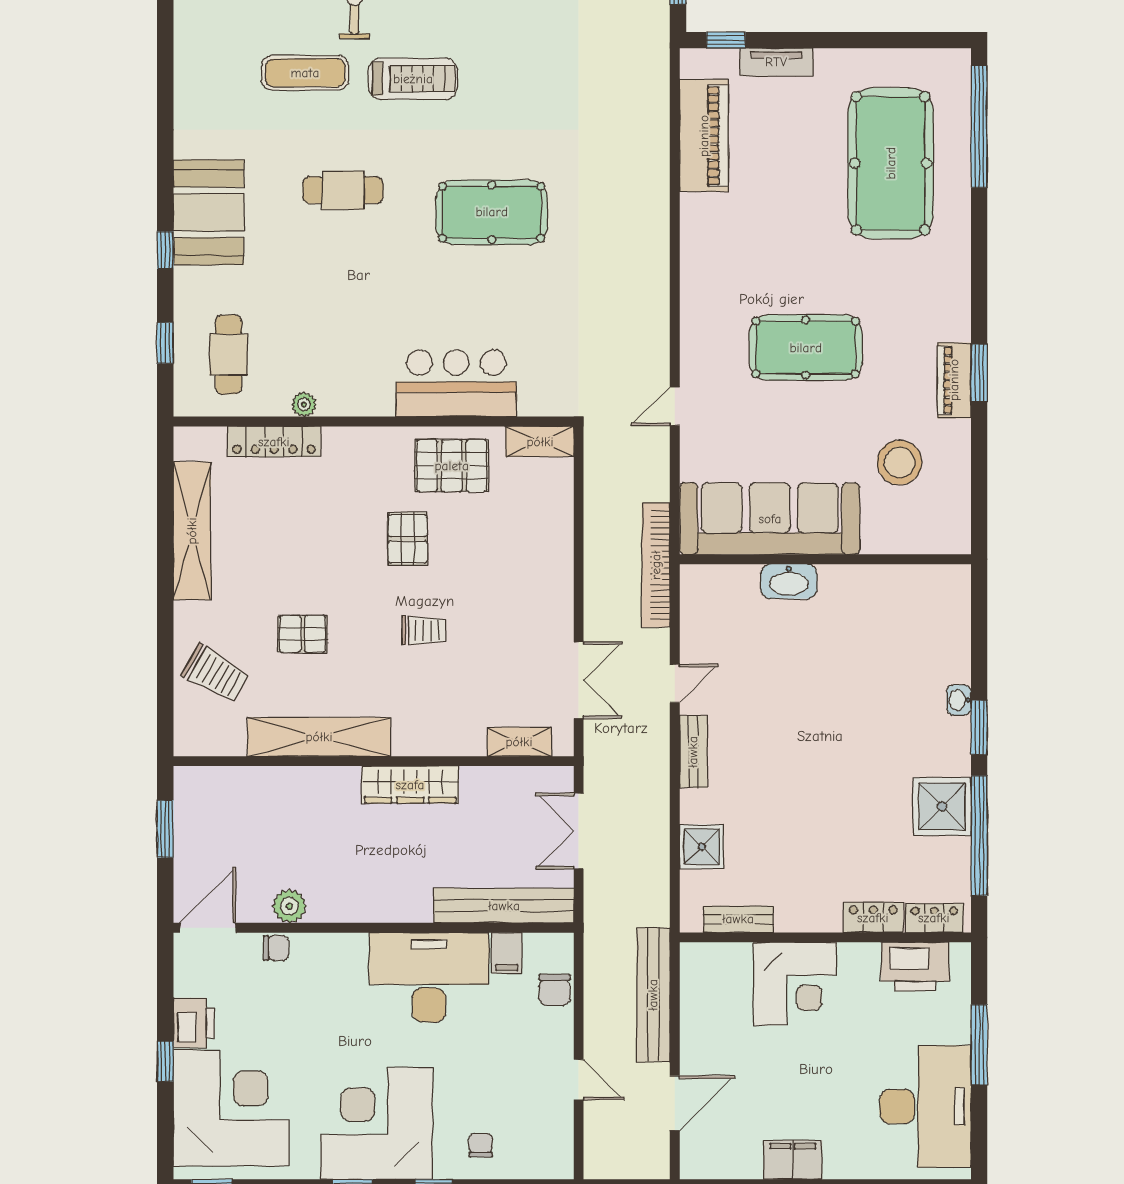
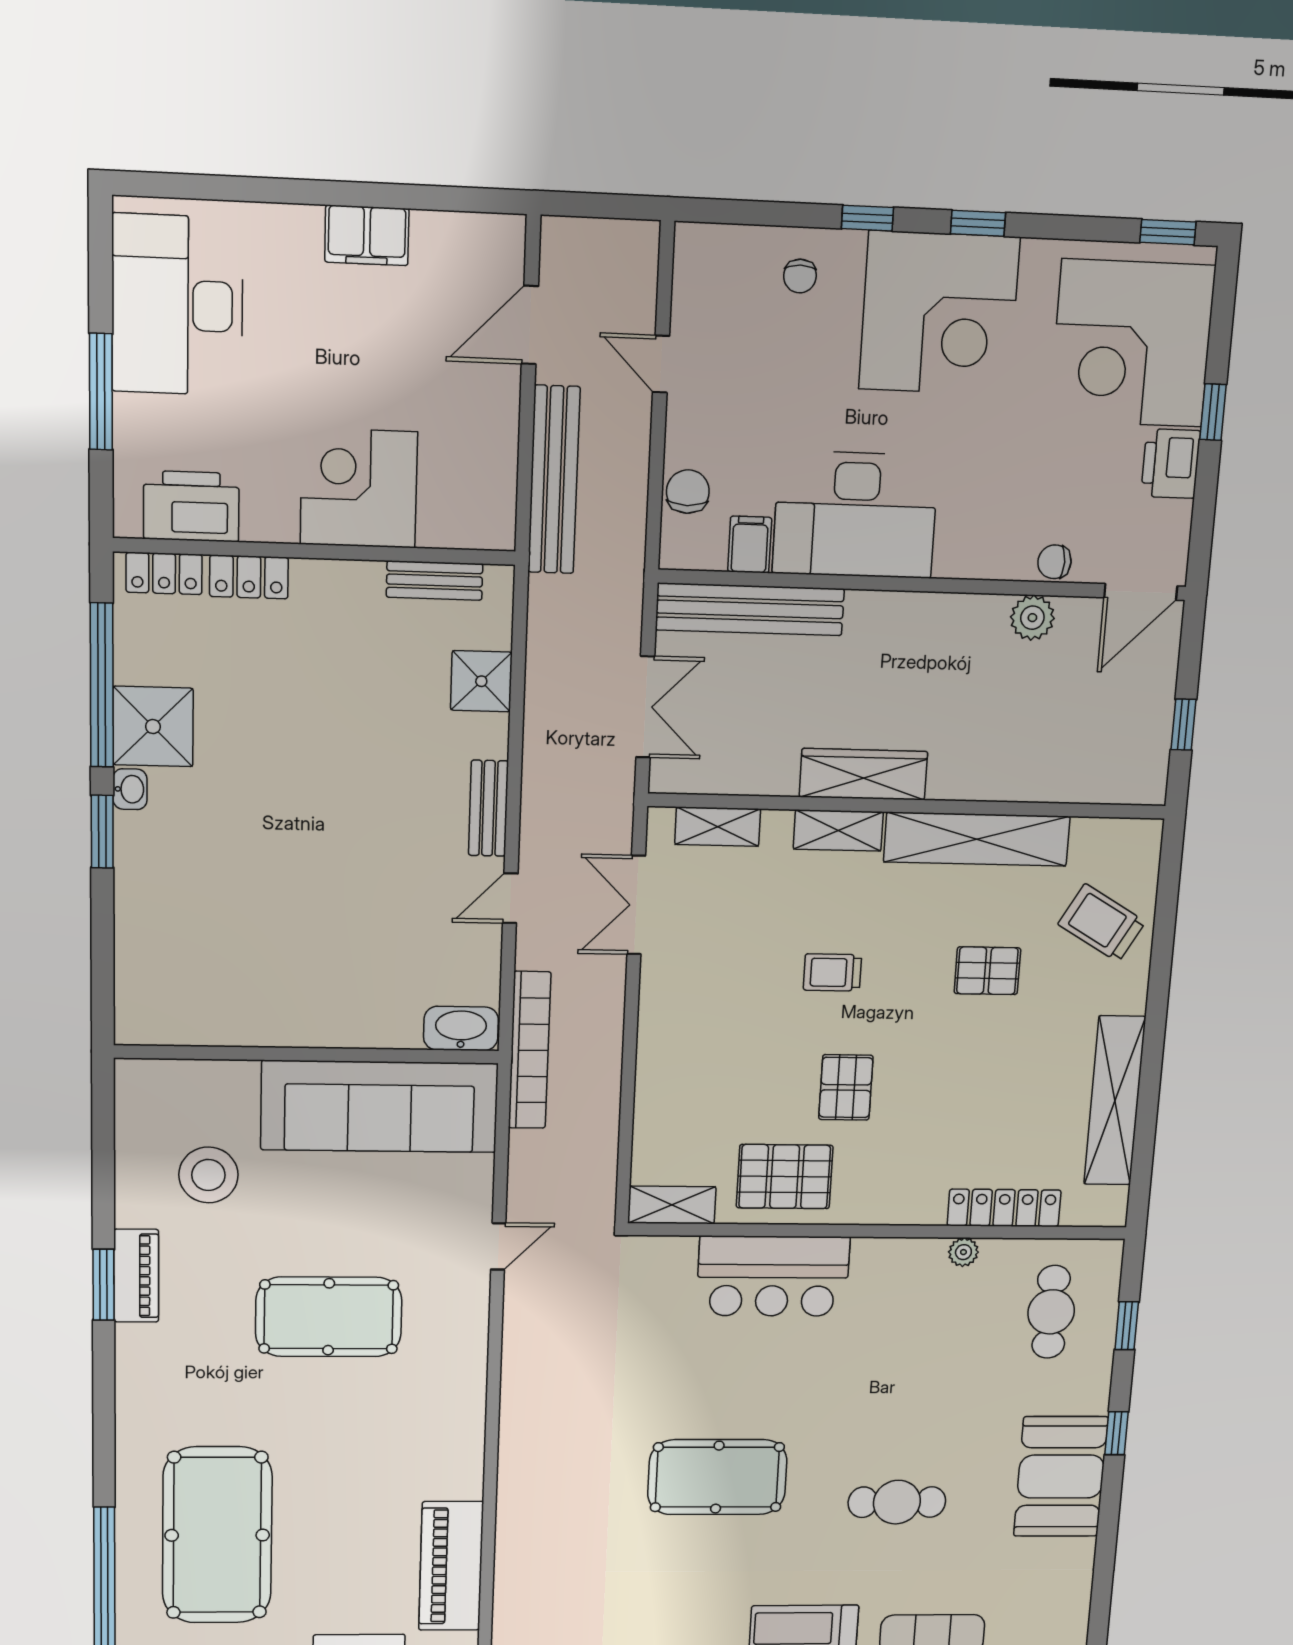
washbasin: (789, 581) -> (461, 1028), moved
washbasin: (959, 700) -> (130, 789), moved
shelving: (427, 741) -> (838, 830), added
window: (165, 829) -> (1183, 725), width x0.67

